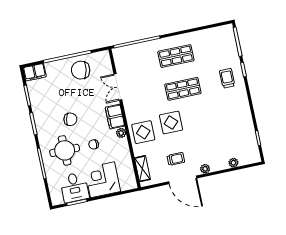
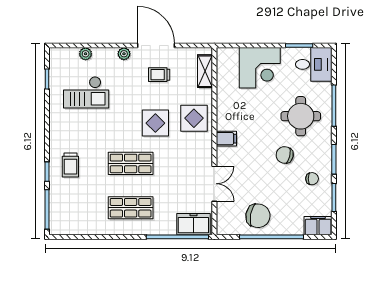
freezer: (127, 54) -> (193, 224), added
filing cabinet: (115, 117) -> (226, 139), width x0.50
plant: (121, 133) -> (223, 123), removed
checkout: (227, 134) -> (86, 92), added
chair: (94, 144) -> (312, 179), moved
desk: (74, 187) -> (314, 64), moved, turned 90

